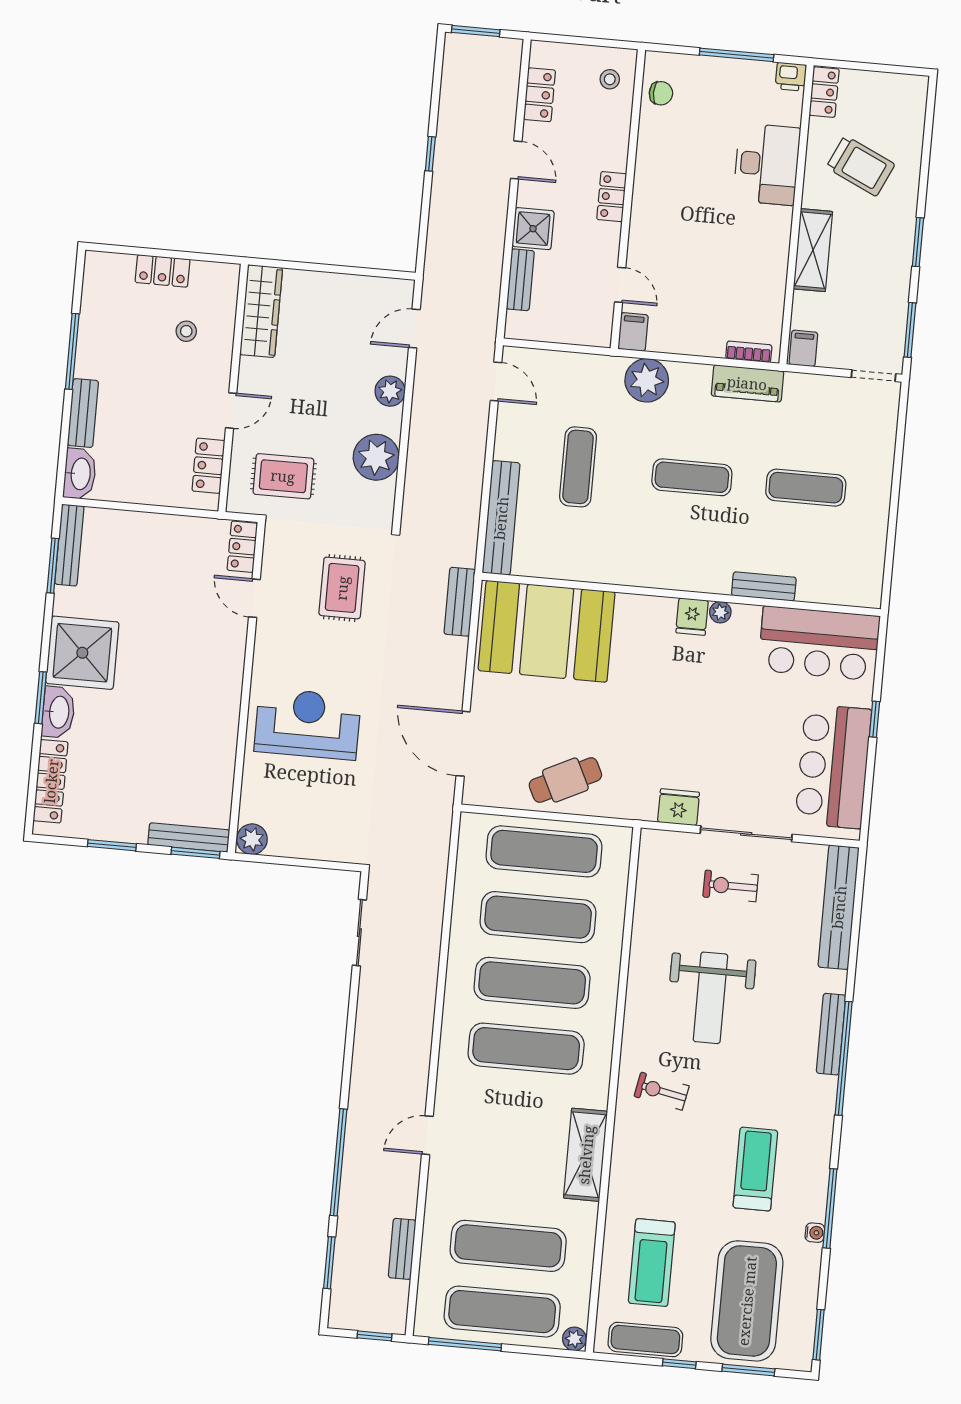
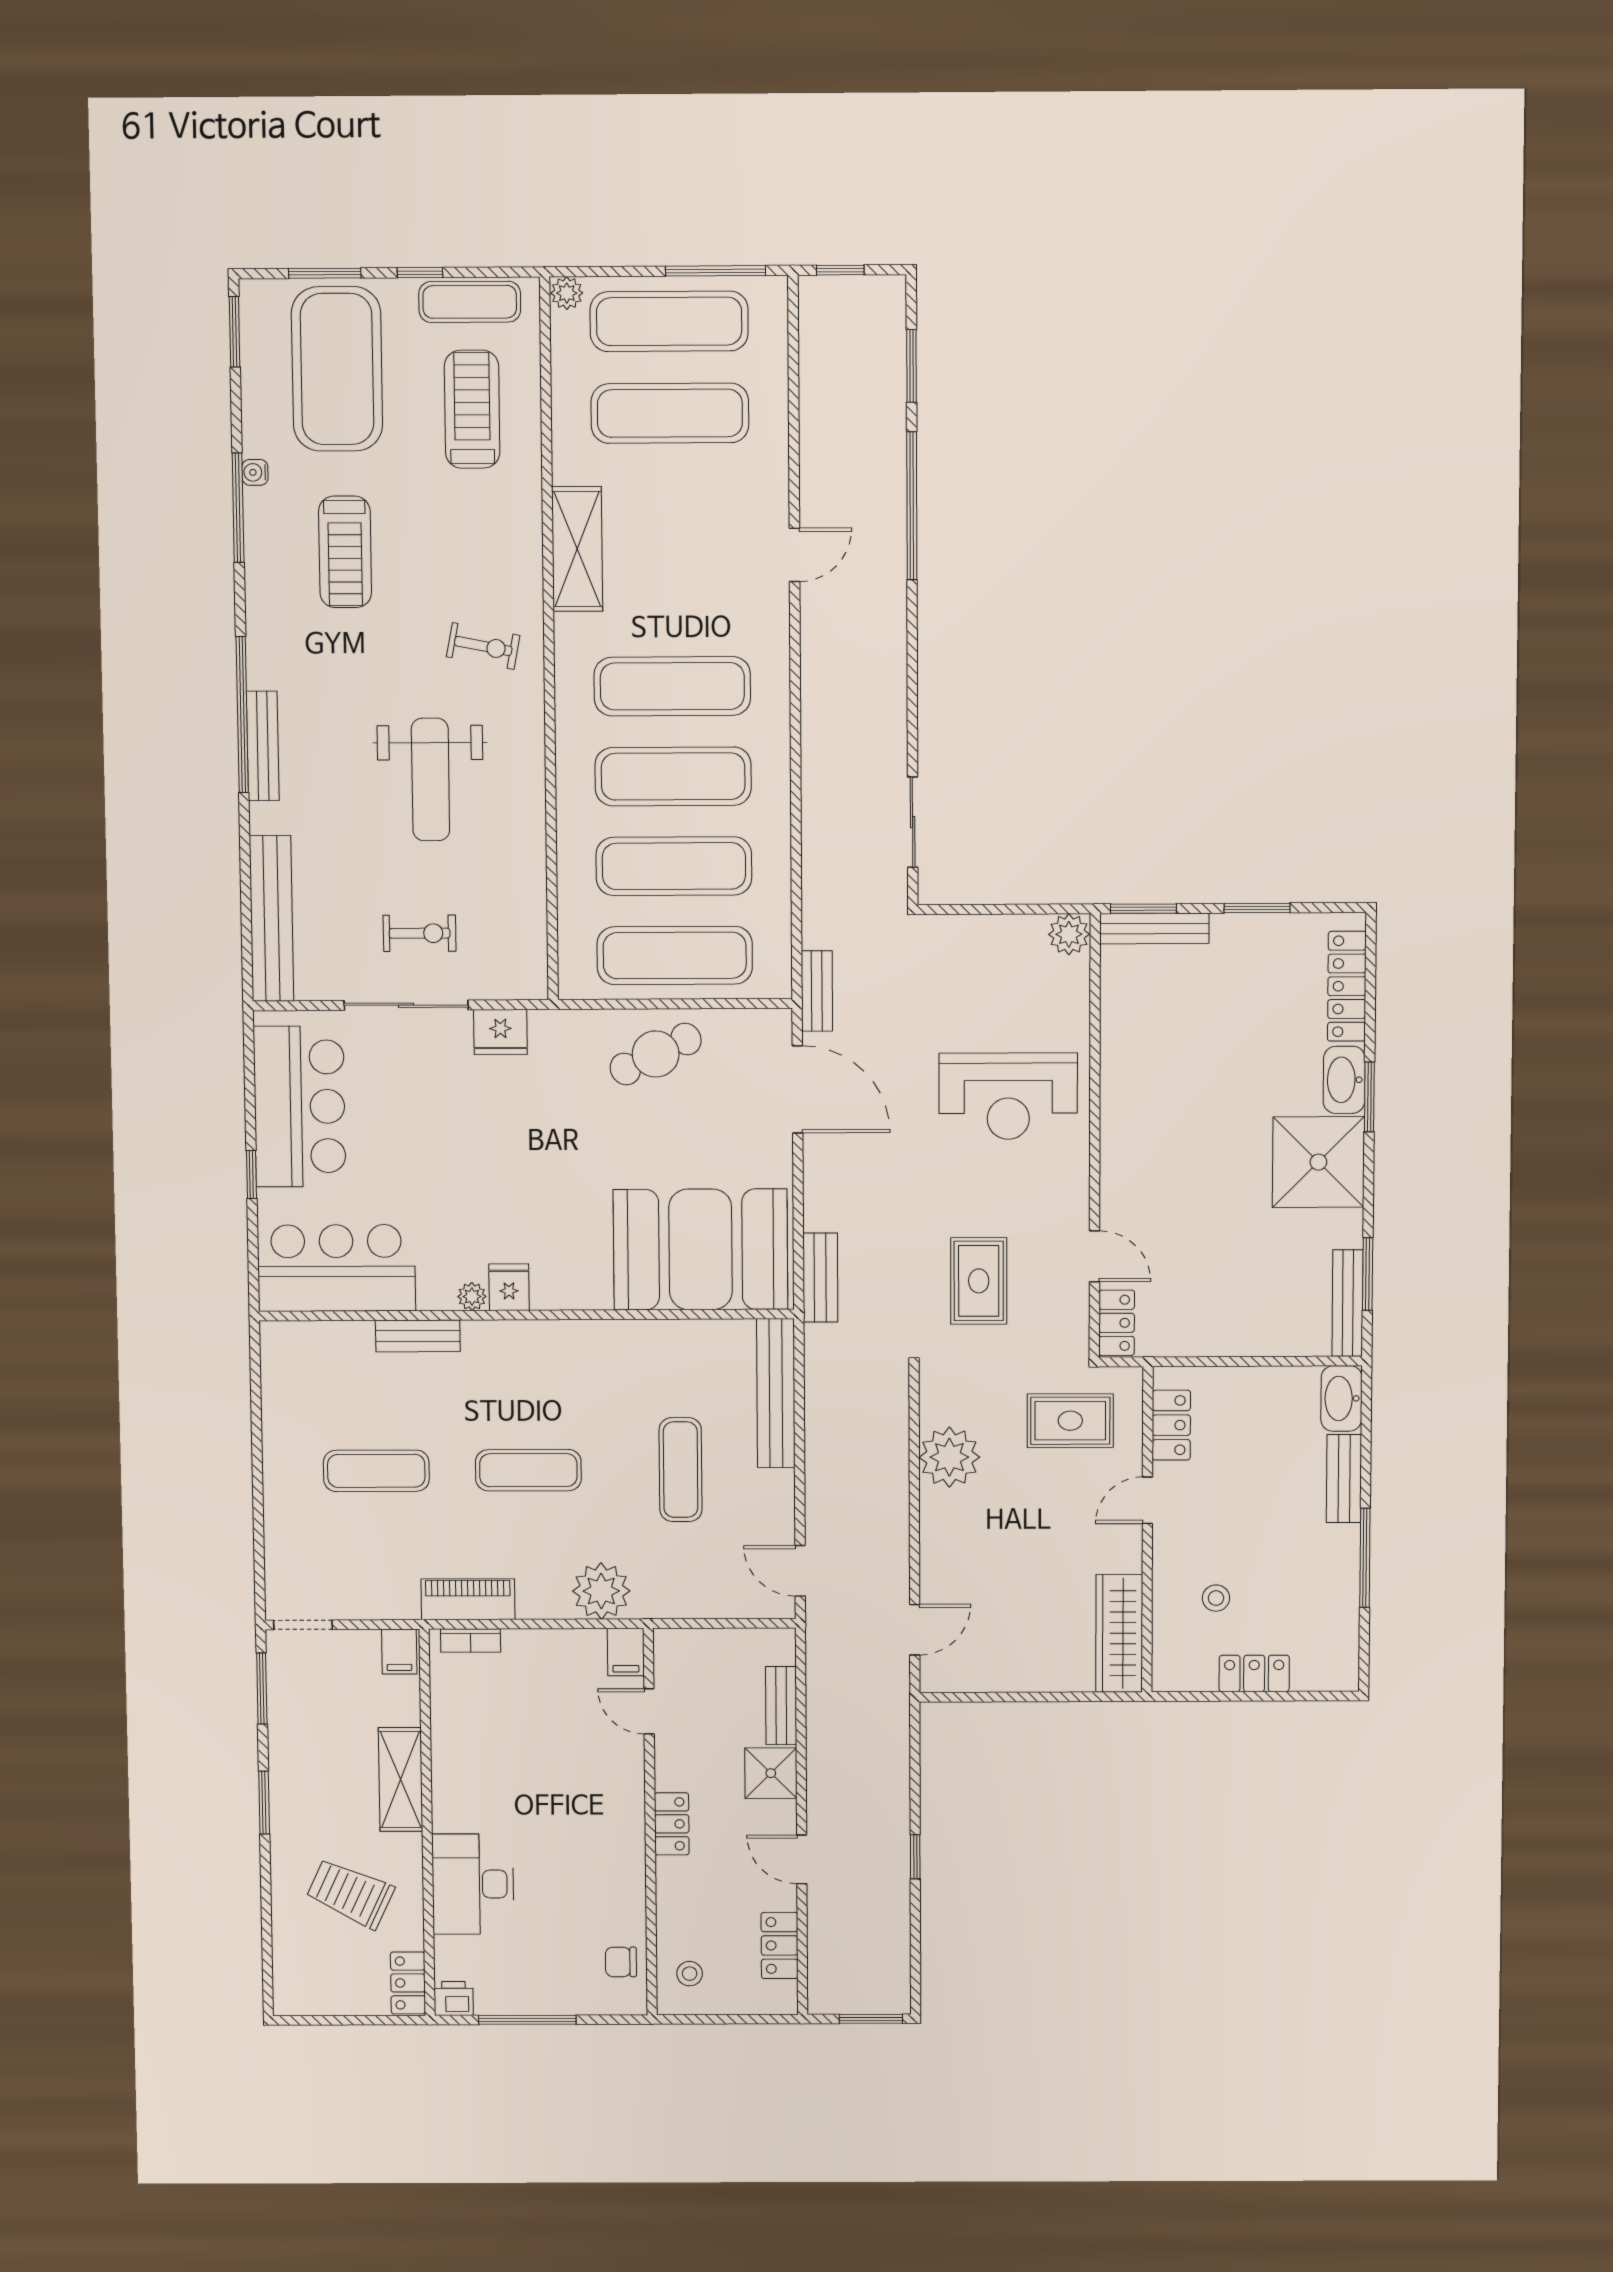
plant: (390, 391) -> (939, 1545), removed
weight bench: (710, 998) -> (431, 779), turned 180
bench: (402, 1249) -> (817, 991), moved

